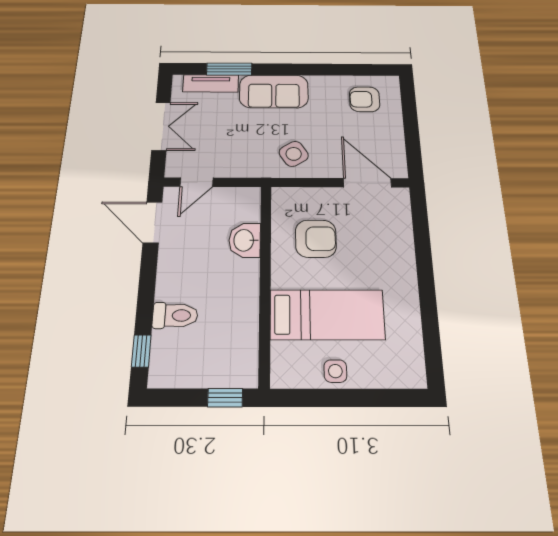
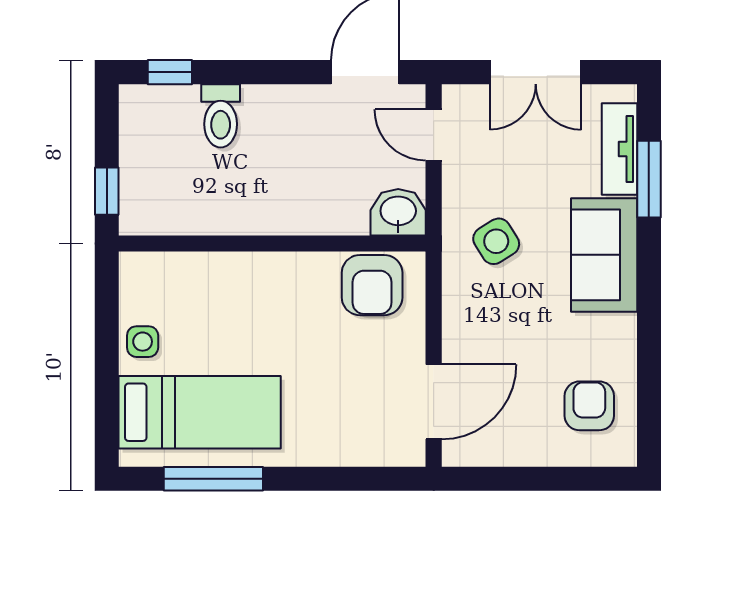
side table: (294, 154) -> (496, 241), moved
armchair: (316, 239) -> (372, 285), moved
washbasin: (245, 240) -> (398, 212), moved
bed: (327, 315) -> (200, 412), moved, turned -90
window: (430, 321) -> (213, 479), added

